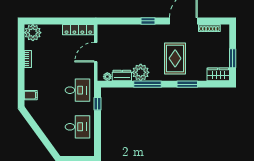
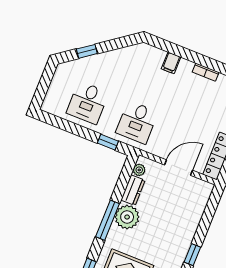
door: (96, 52) -> (178, 168), hinge flipped
filing cabinet: (31, 95) -> (171, 63), moved
window: (45, 140) -> (87, 51), added

